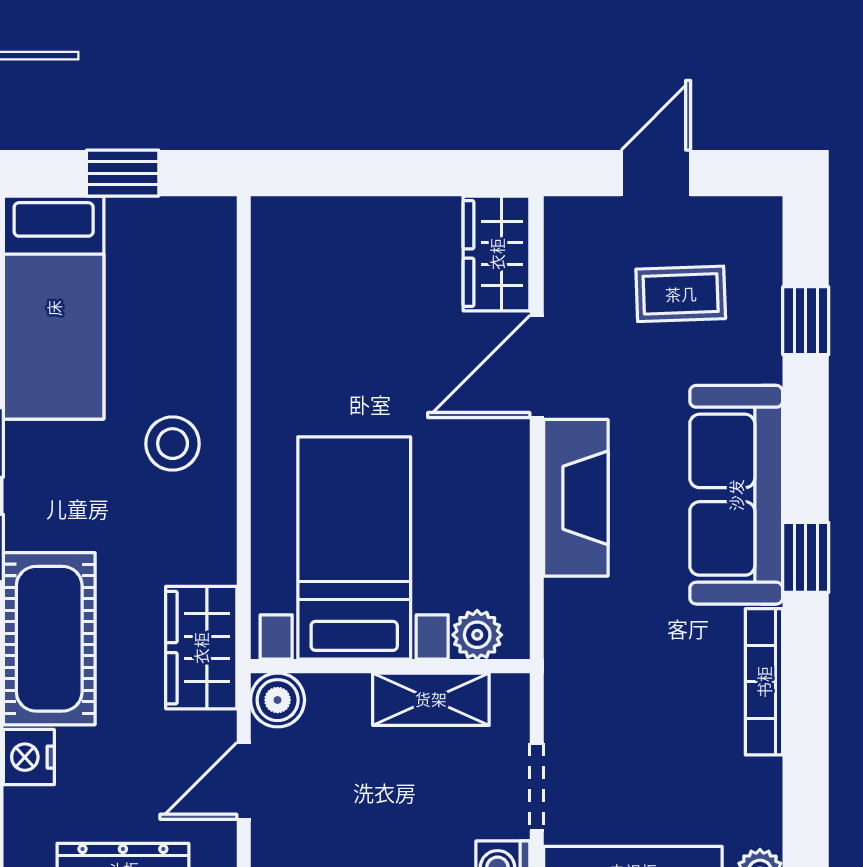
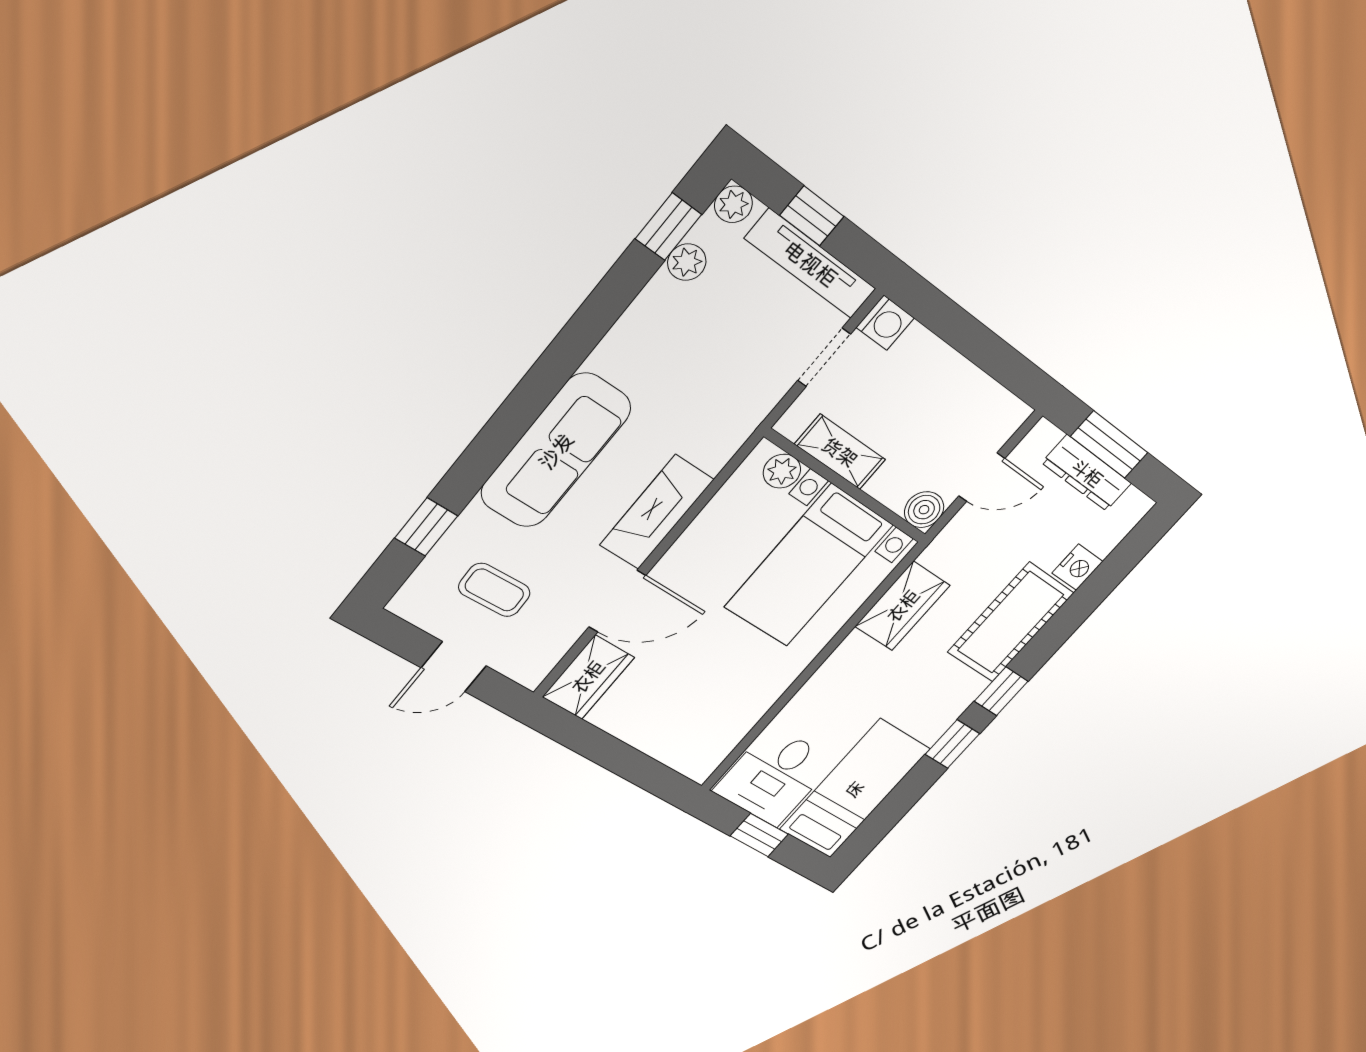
desk: (171, 263) -> (775, 776), added
stool: (173, 444) -> (856, 684), removed
window: (806, 557) -> (669, 227), moved
wardrobe: (201, 648) -> (903, 606), moved
bookcase: (764, 682) -> (632, 324), removed
plant: (759, 783) -> (687, 262), added

